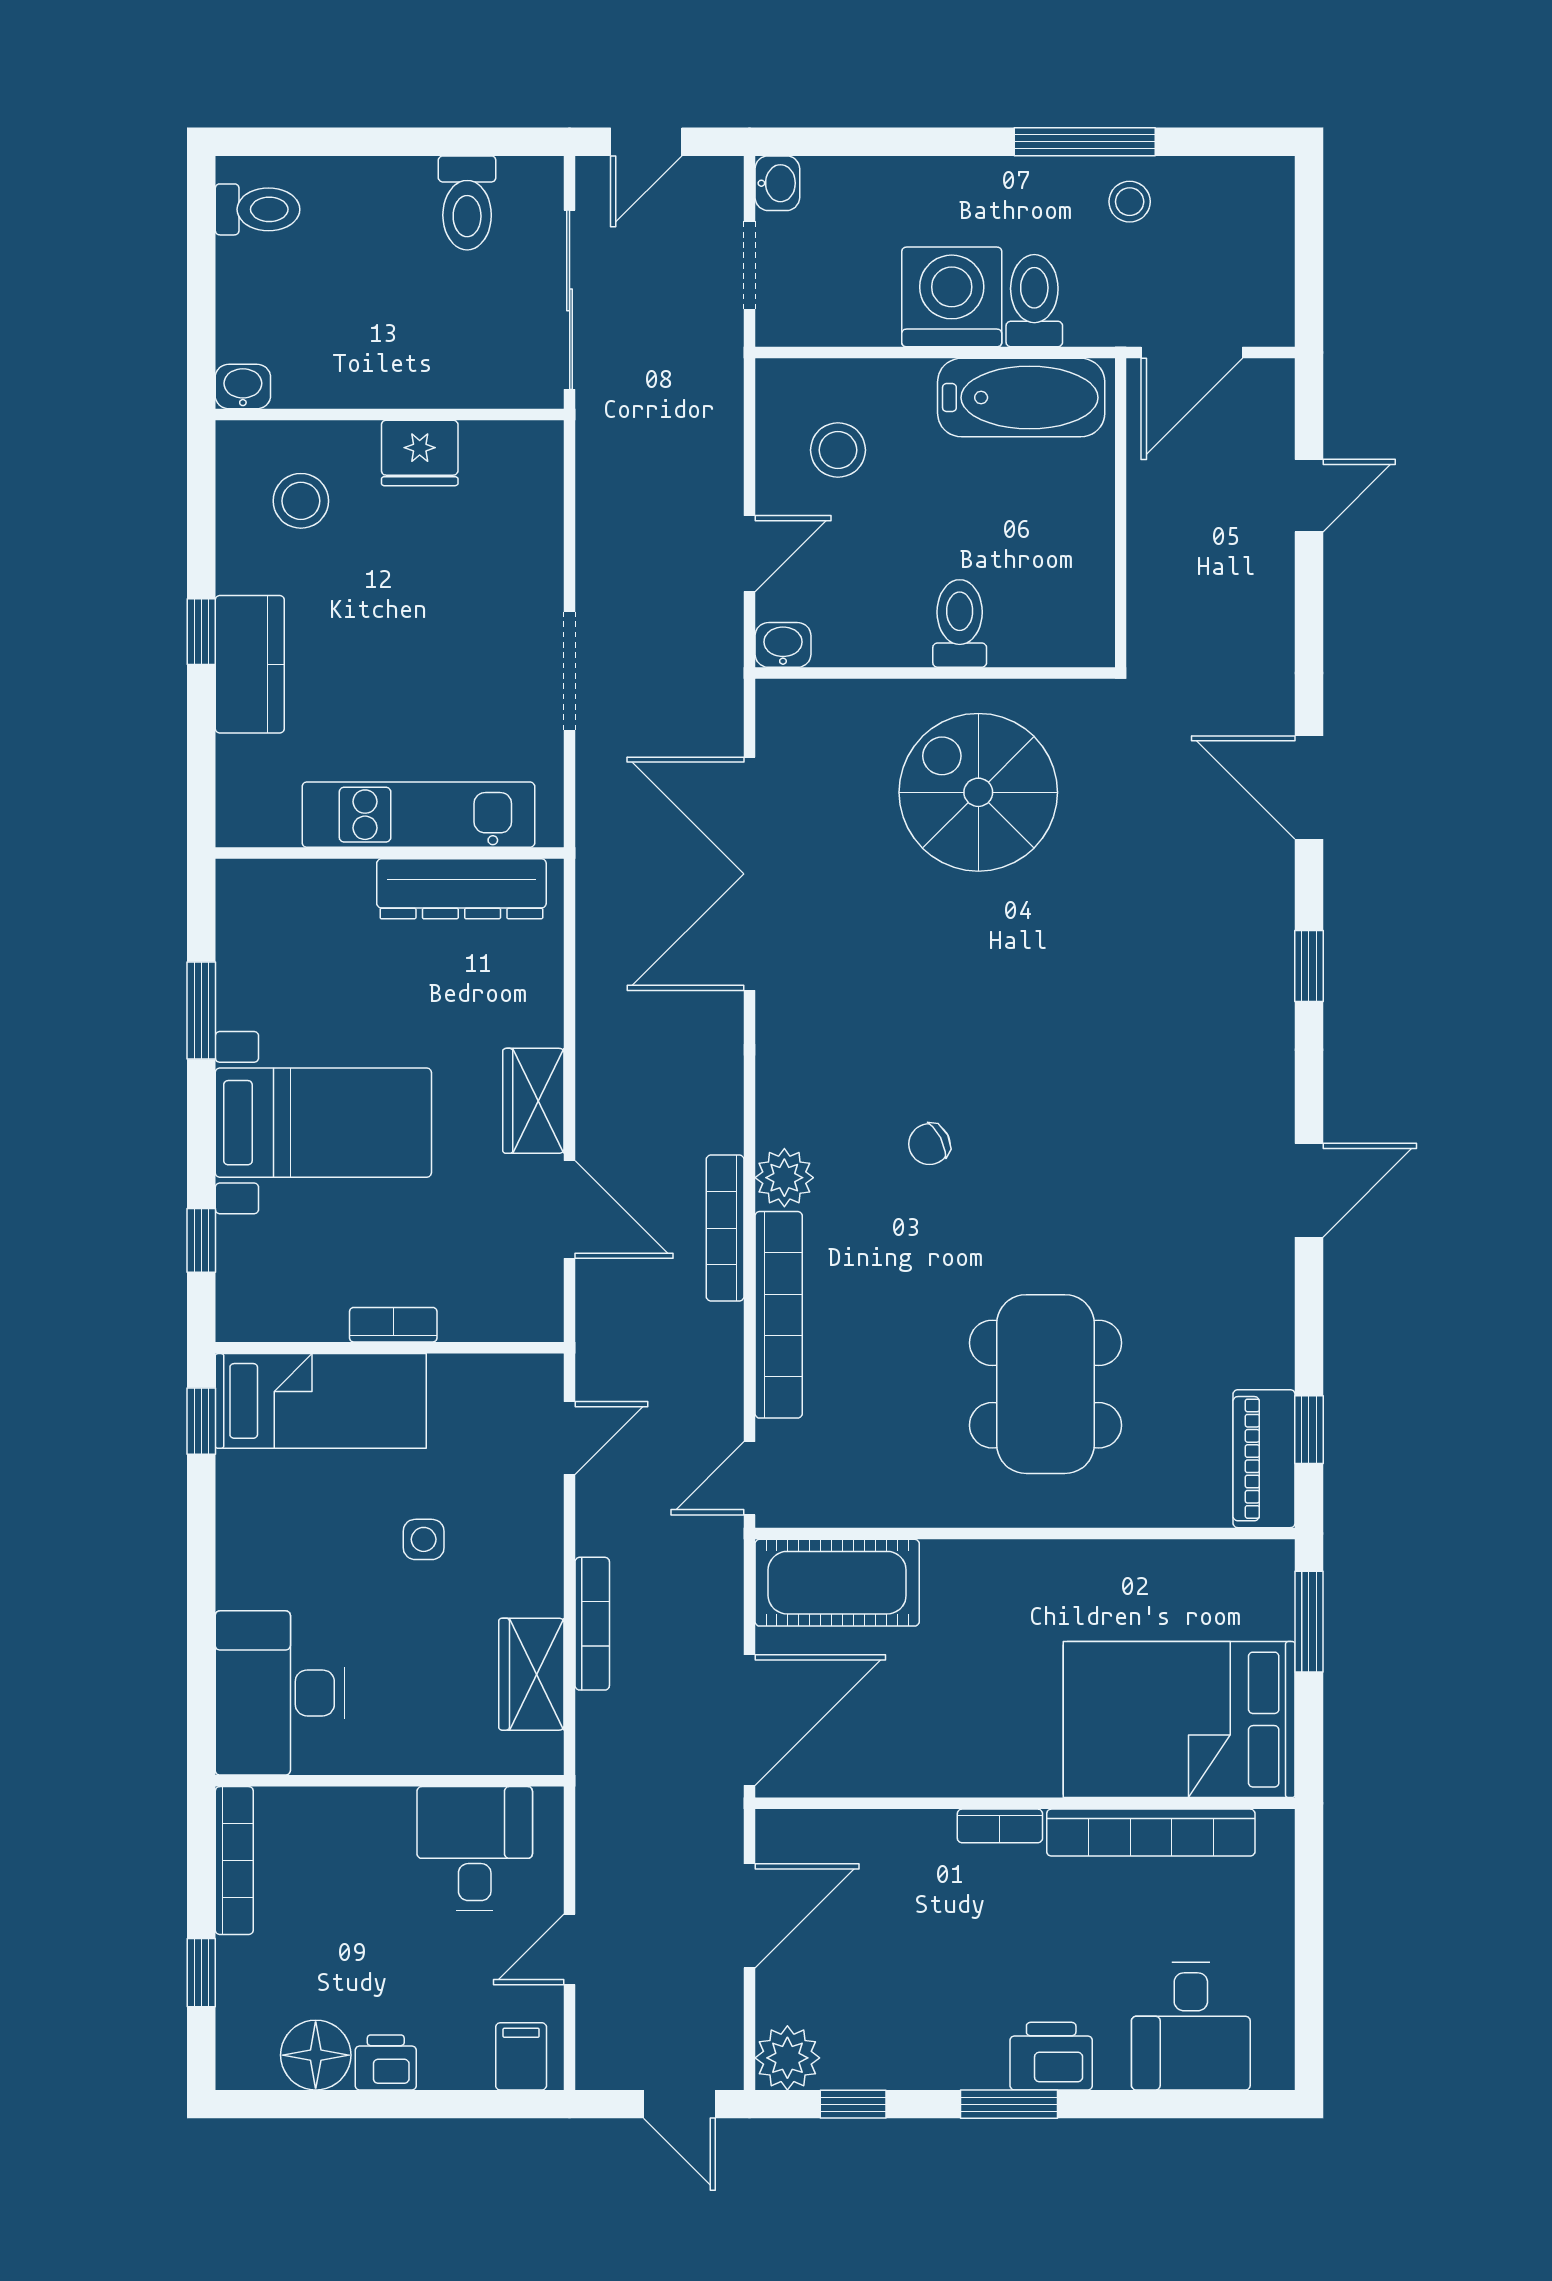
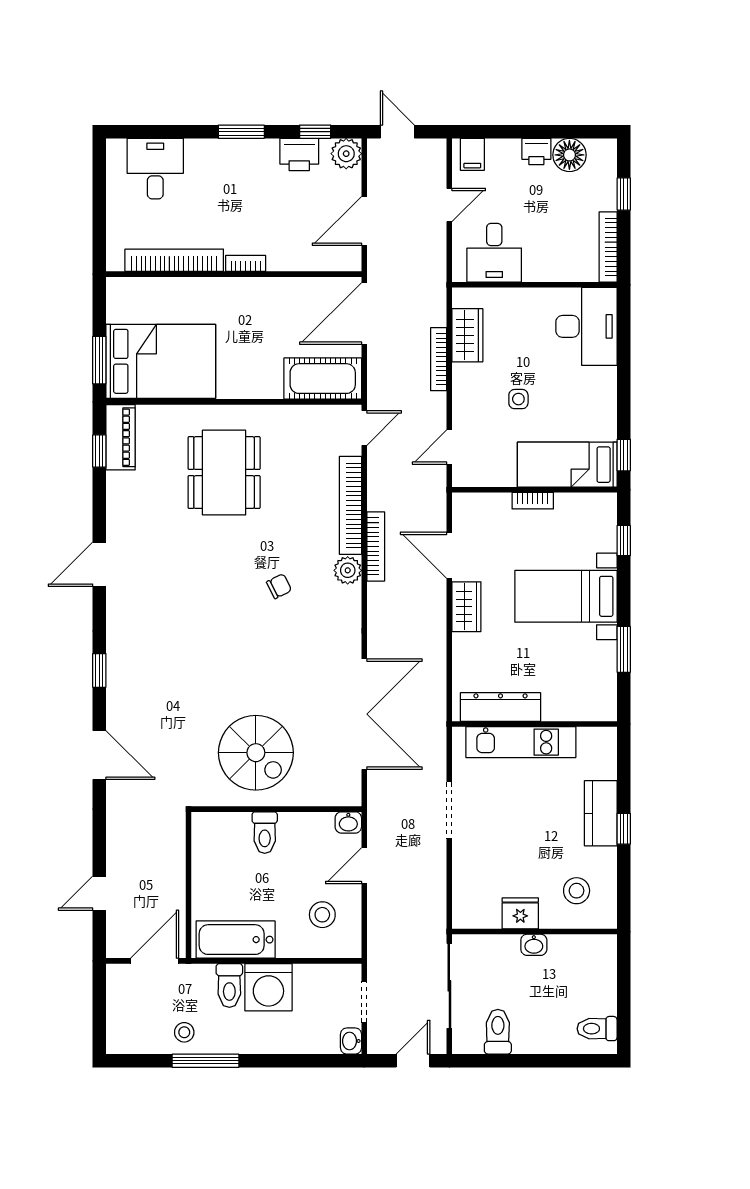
washbasin: (243, 386) -> (534, 945), moved
bed: (1179, 1720) -> (161, 361), moved
printer: (1051, 2056) -> (299, 154), moved

